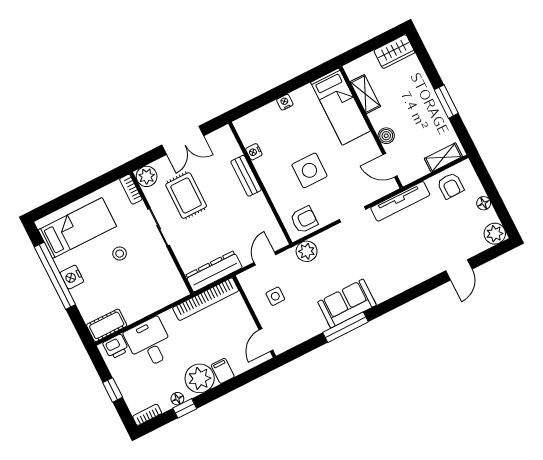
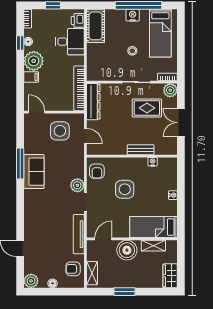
boiler: (386, 136) -> (127, 250), width x1.86, depth x1.86
plant: (307, 251) -> (77, 185), moved
side table: (275, 296) -> (60, 131), width x1.87, depth x1.87
cot: (107, 325) -> (96, 26), width x1.37, depth x1.34

